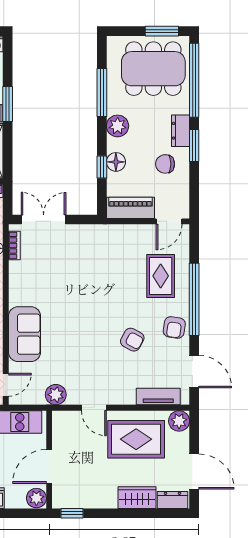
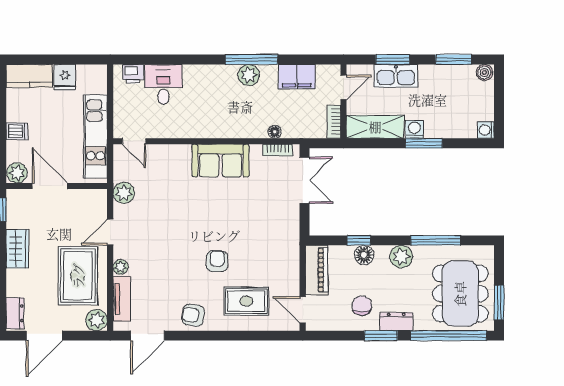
window: (194, 299) -> (222, 336), removed
sofa: (25, 334) -> (220, 161), moved
armchair: (132, 340) -> (217, 261), moved, turned 152
plant: (128, 398) -> (121, 267), added
wardrobe: (137, 498) -> (17, 249), moved

